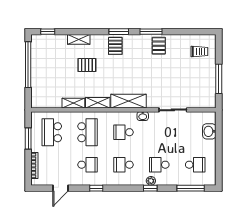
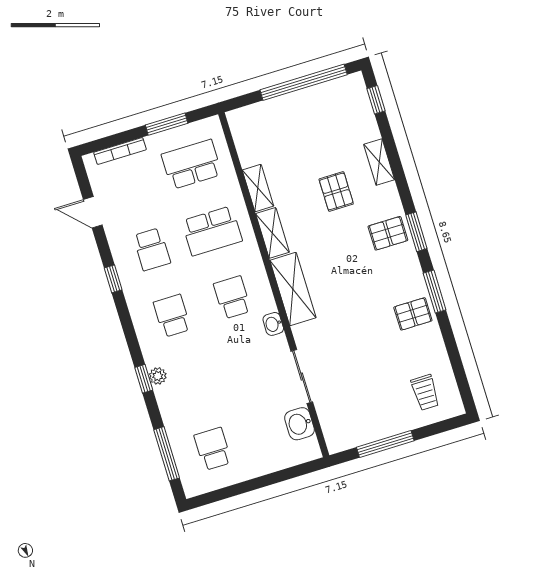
washbasin: (209, 131) -> (299, 424), moved, turned -90
school desk: (159, 165) -> (192, 382), removed
school desk: (195, 165) -> (213, 449), turned 180

